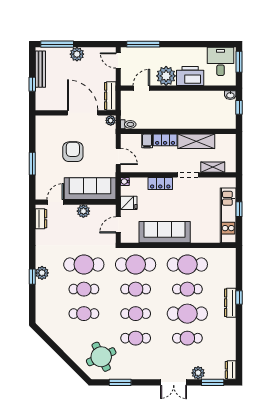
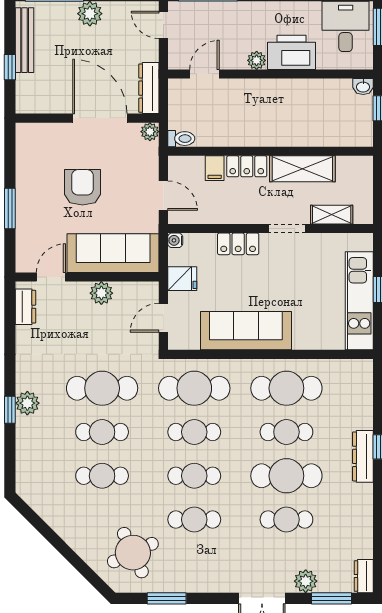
plant: (166, 76) -> (257, 60), width x0.53, depth x0.53

